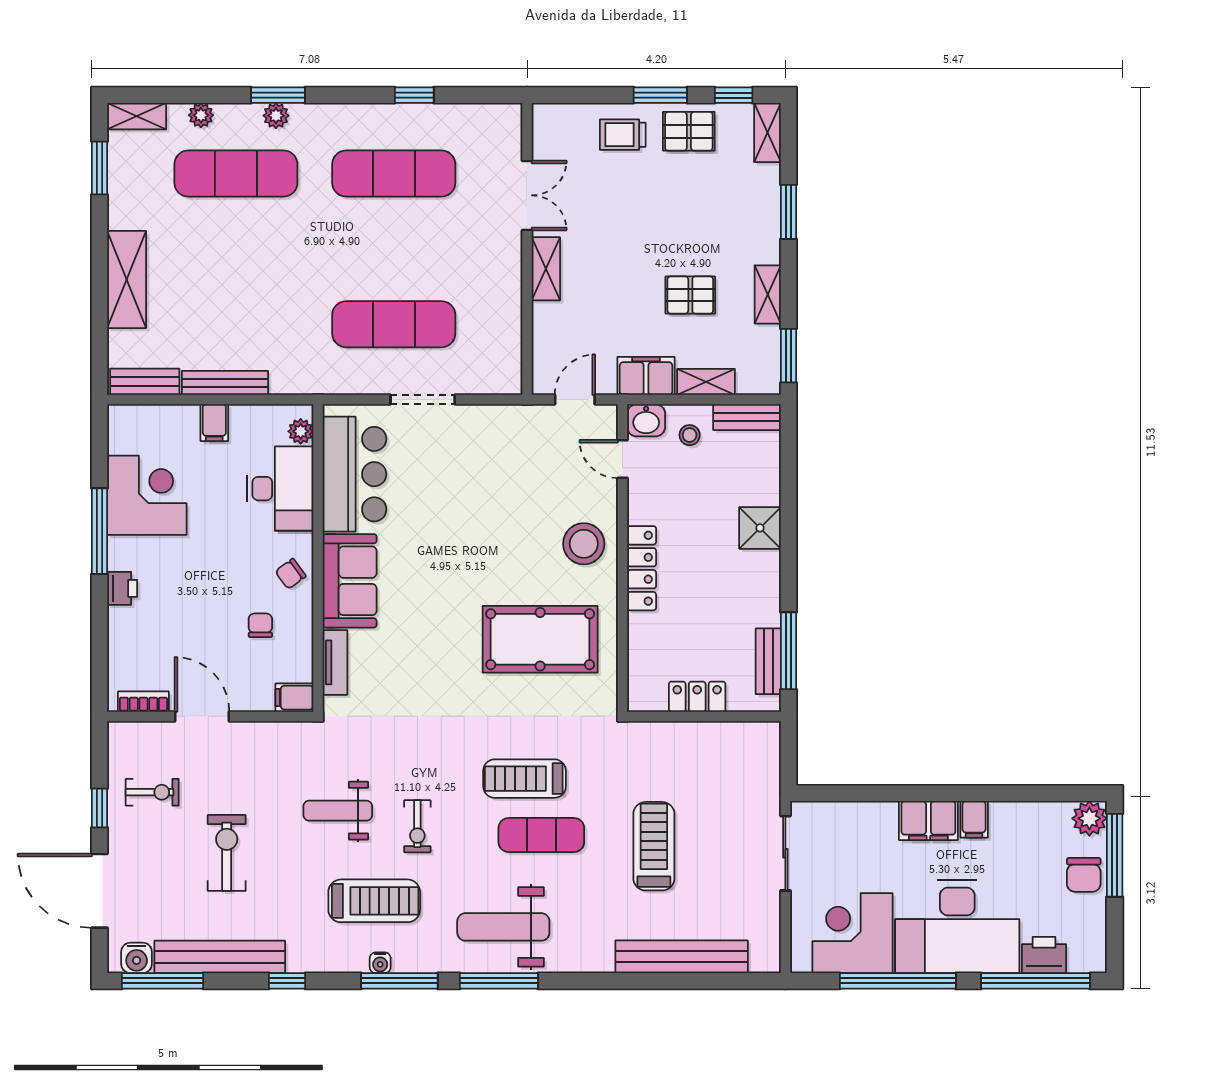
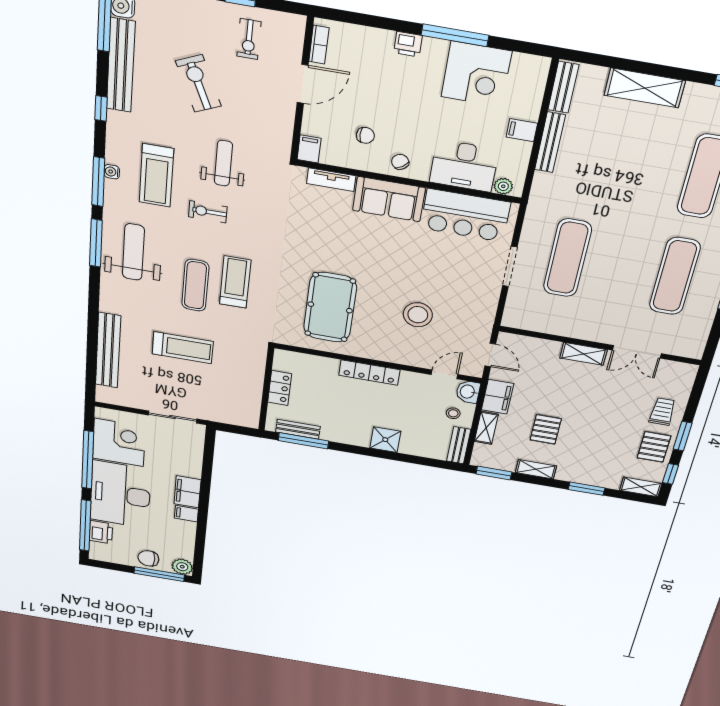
stool: (584, 544) -> (418, 315), moved
exercise bike: (227, 853) -> (198, 84), turned -114

